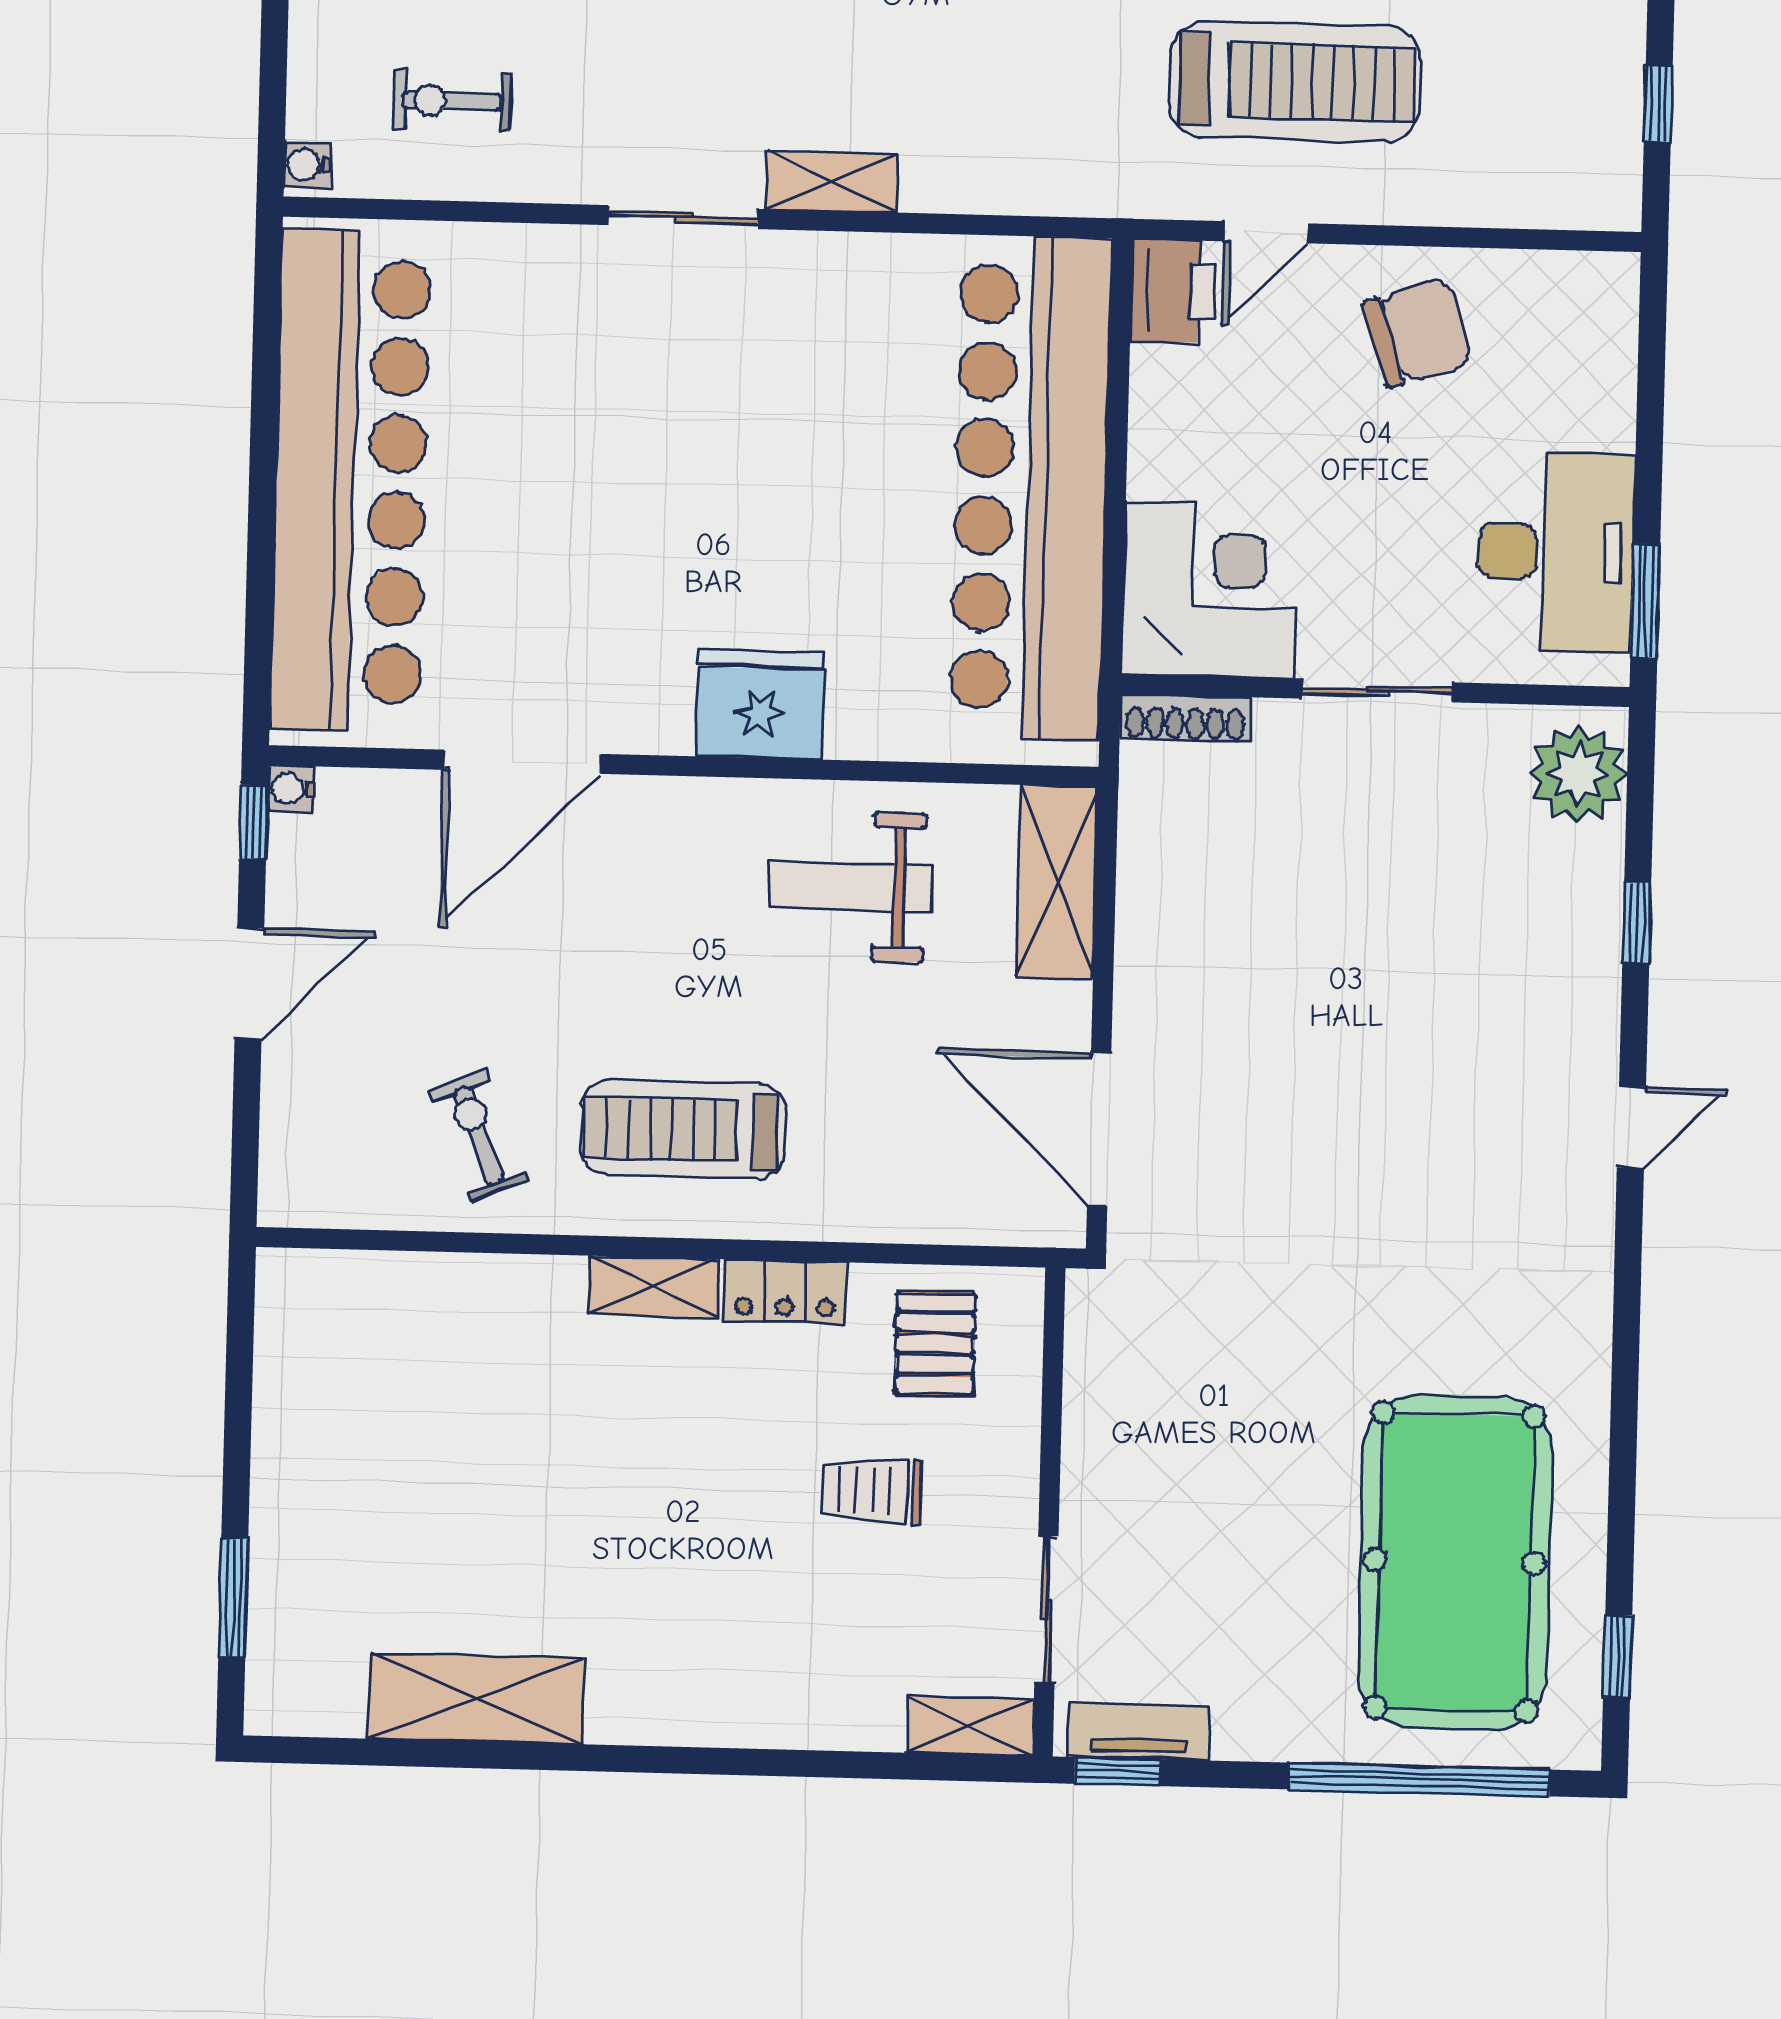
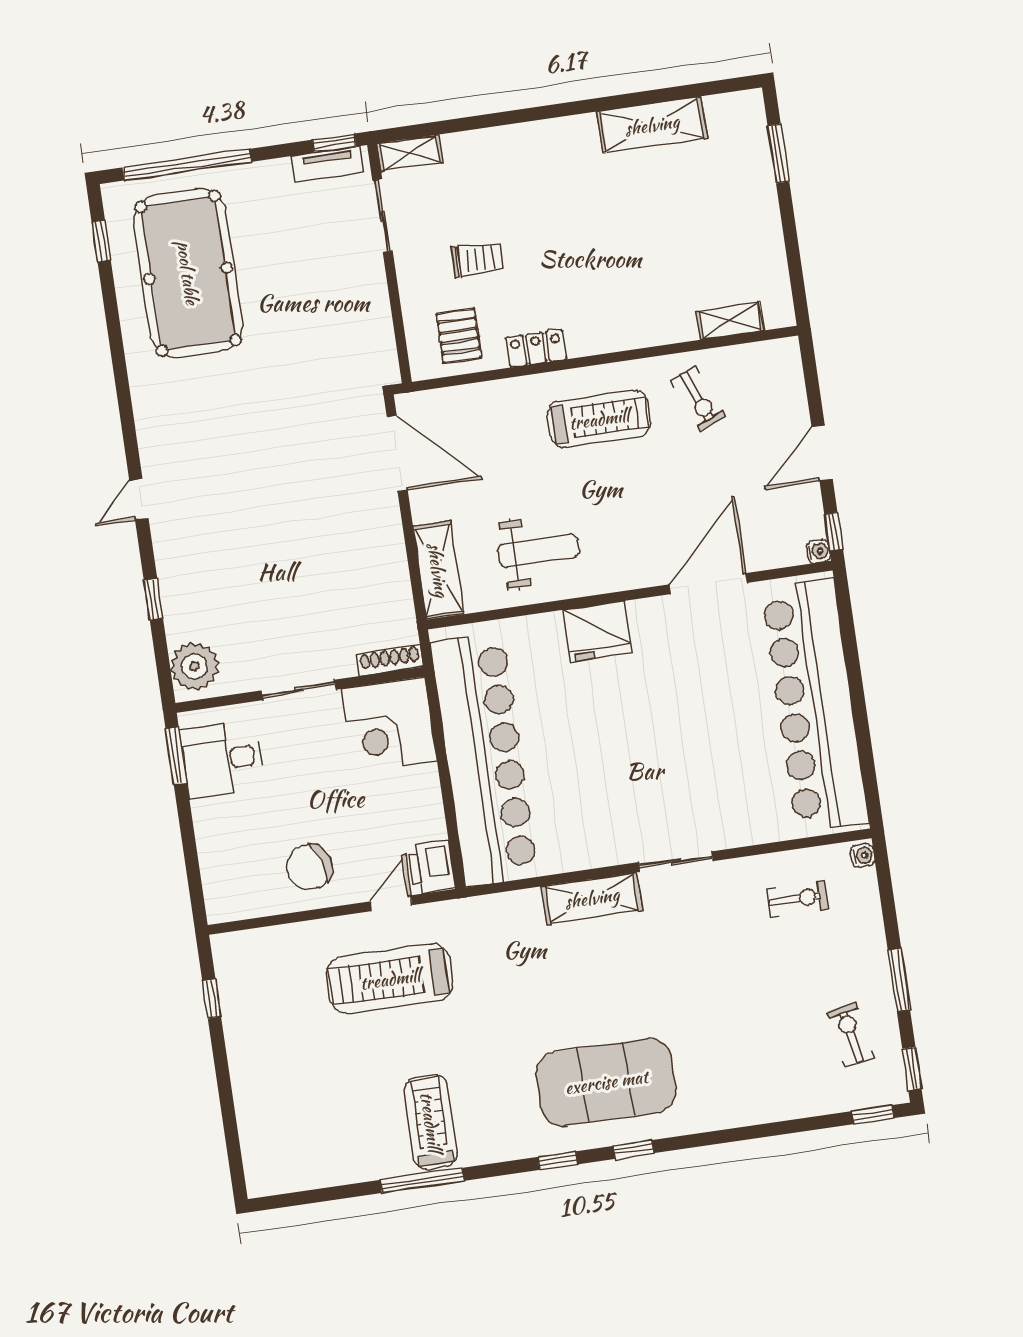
shelving: (831, 182) -> (592, 898), width x1.50, depth x1.33
desk: (1556, 552) -> (222, 759), width x0.73
shelving: (653, 1287) -> (730, 321), moved

